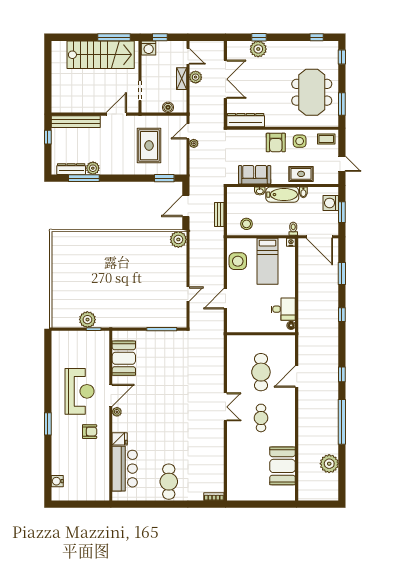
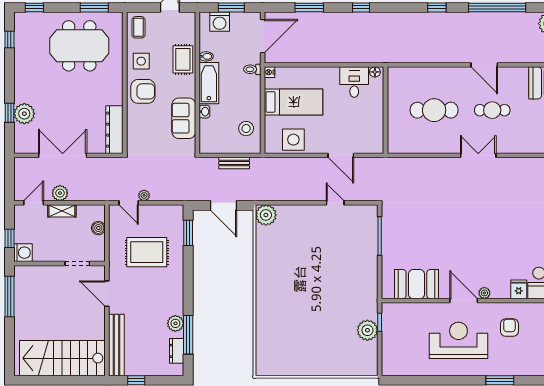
stairs: (101, 55) -> (62, 358), moved, turned -90
dresser: (71, 169) -> (177, 351), width x0.70
door: (297, 377) -> (484, 65), moved

